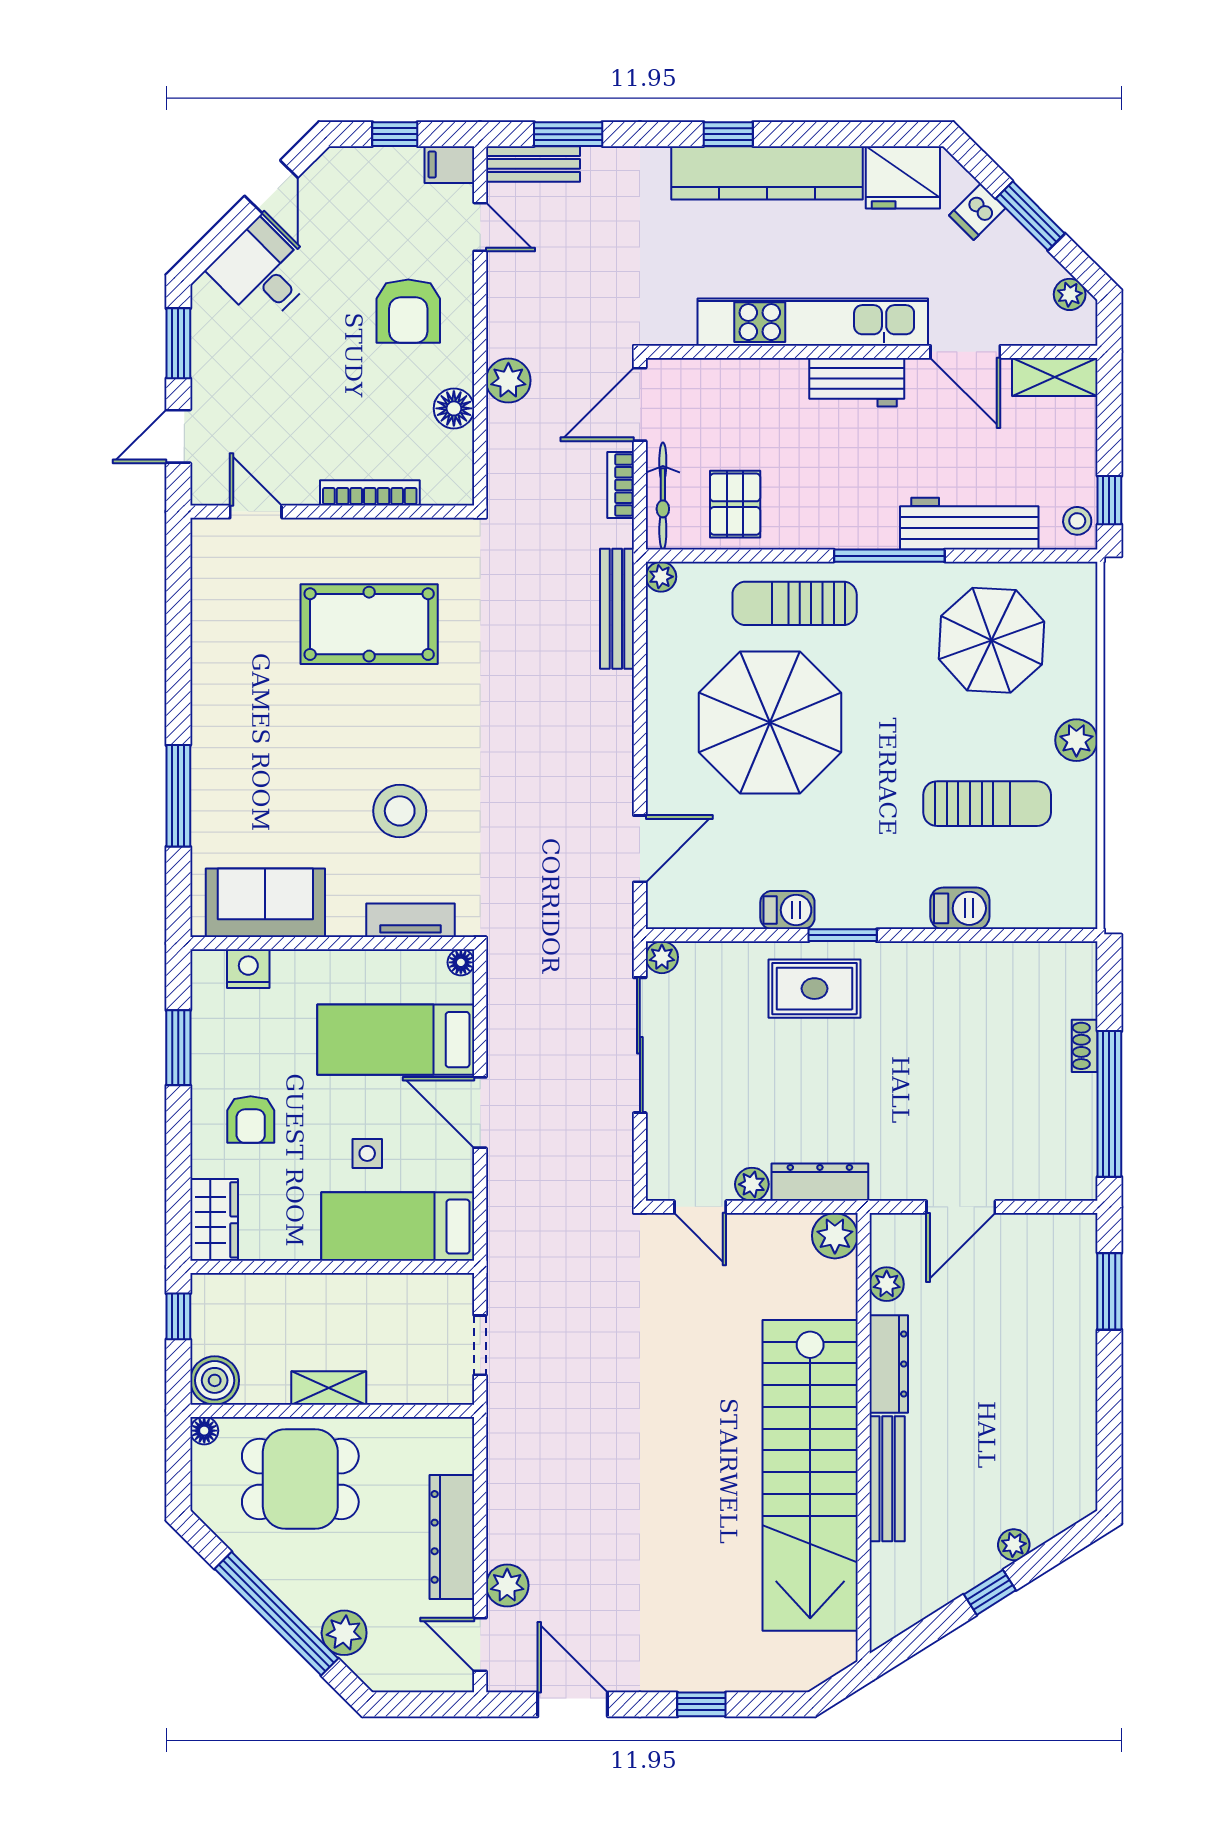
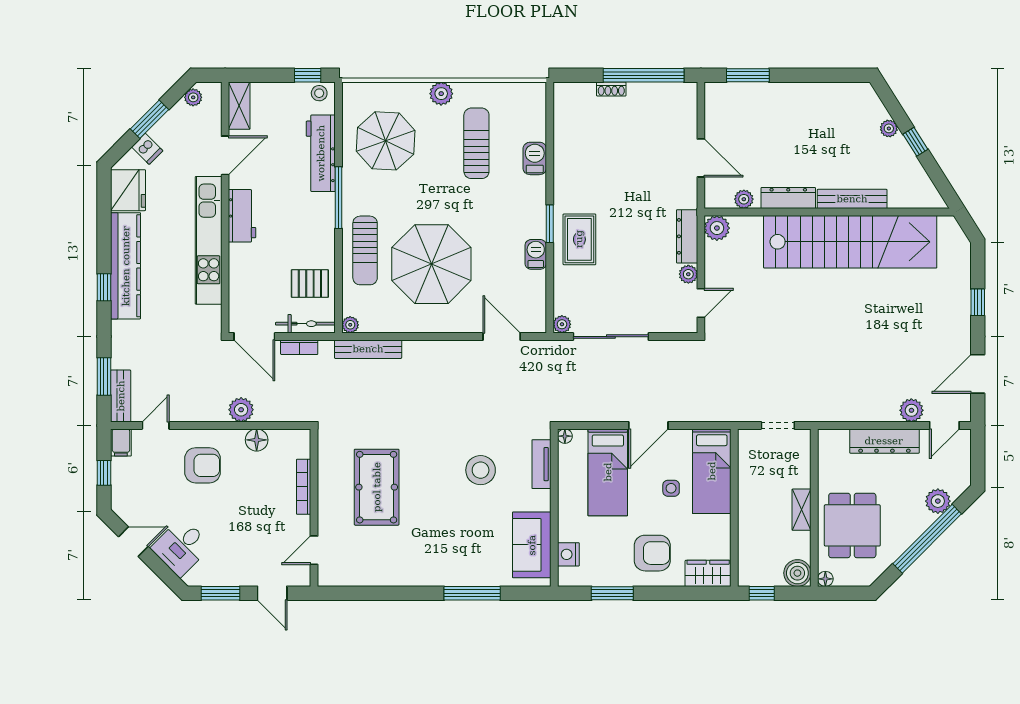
armchair: (251, 1120) -> (652, 553), width x1.38, depth x1.38

